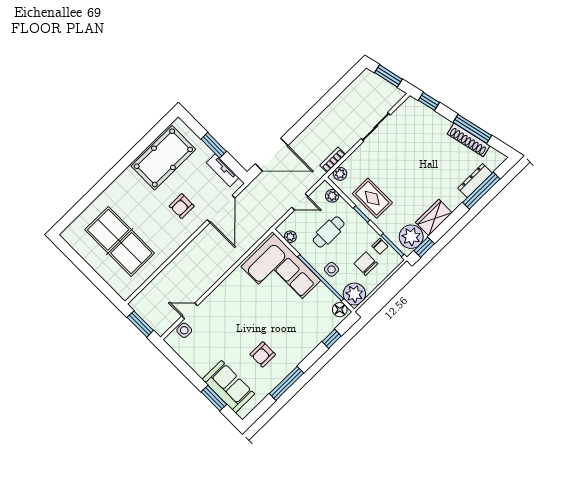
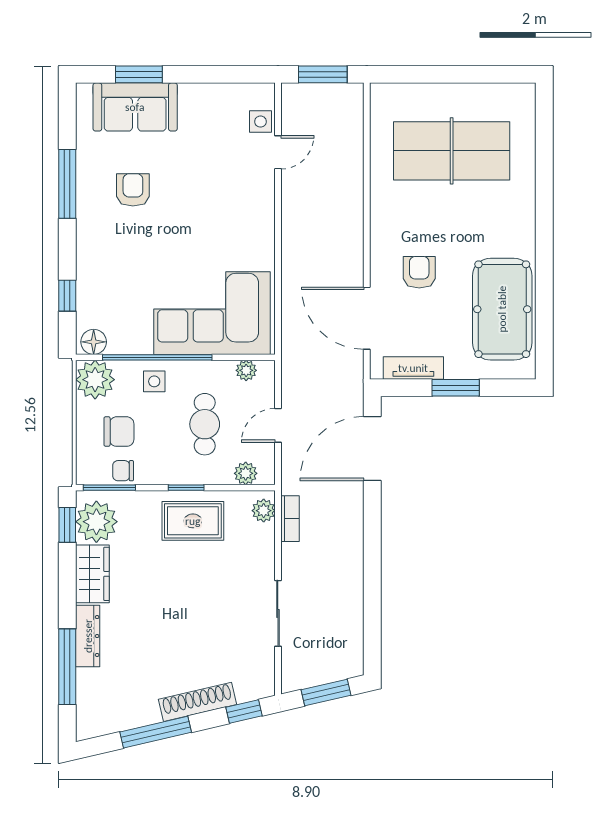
shoe rack: (469, 140) -> (198, 702), moved
dresser: (475, 181) -> (88, 636), moved

